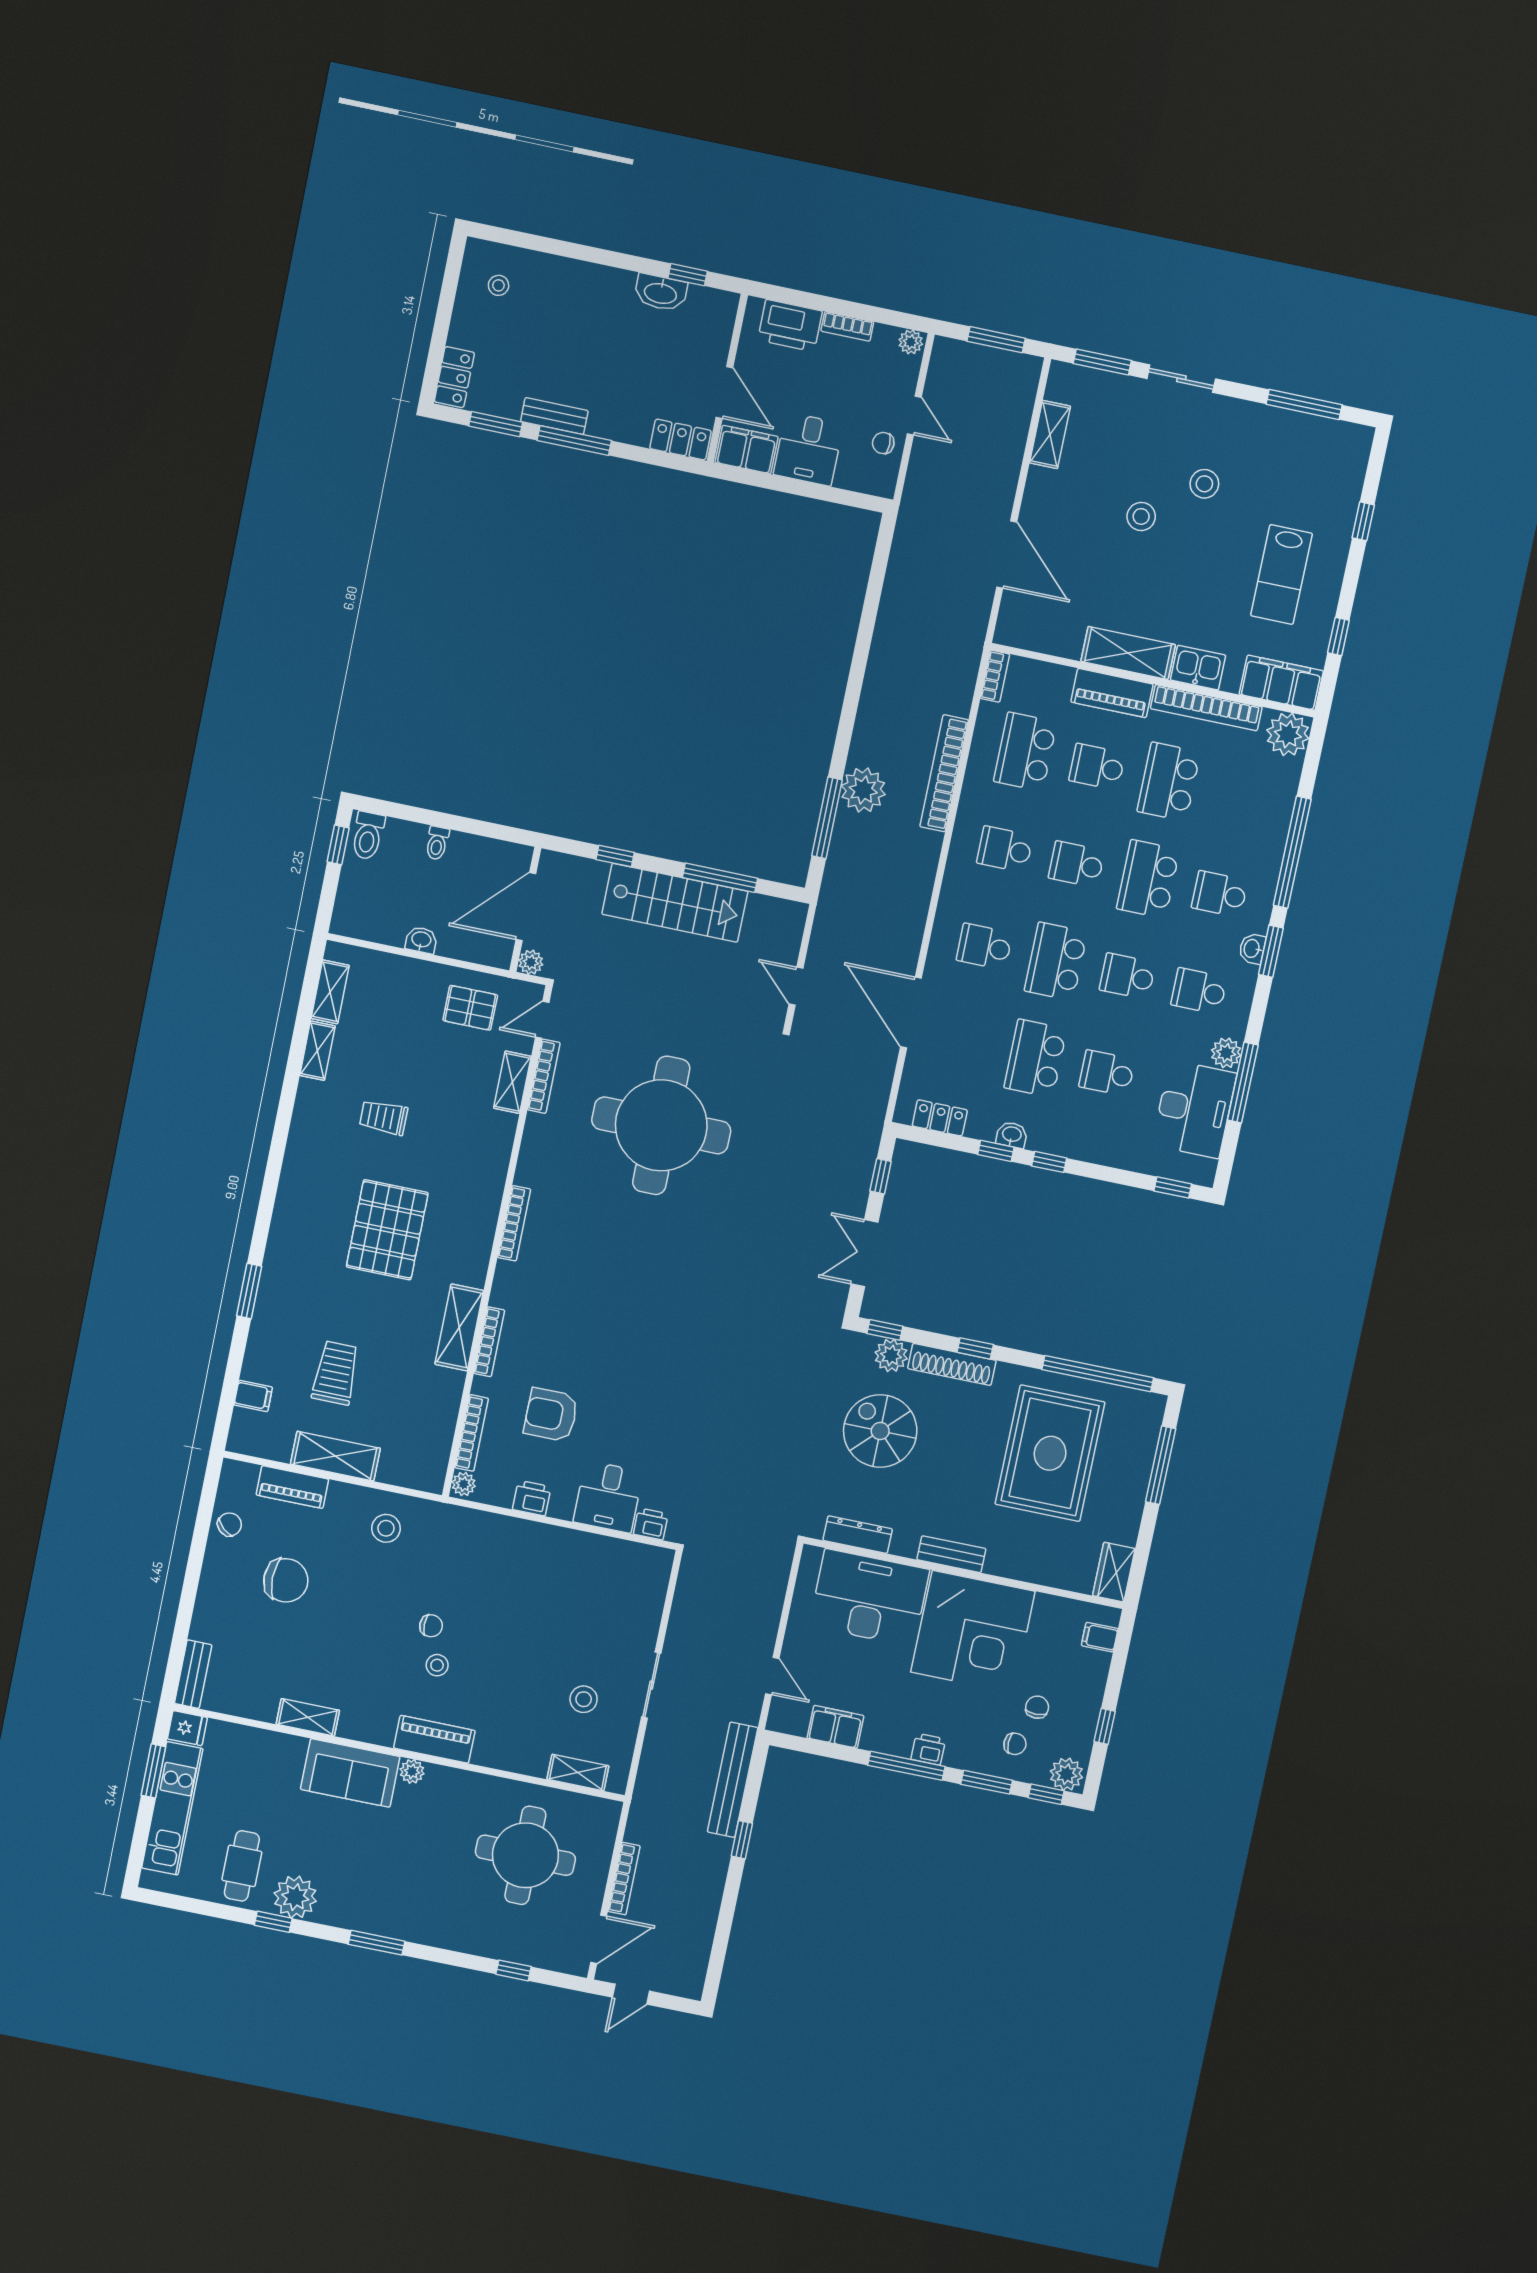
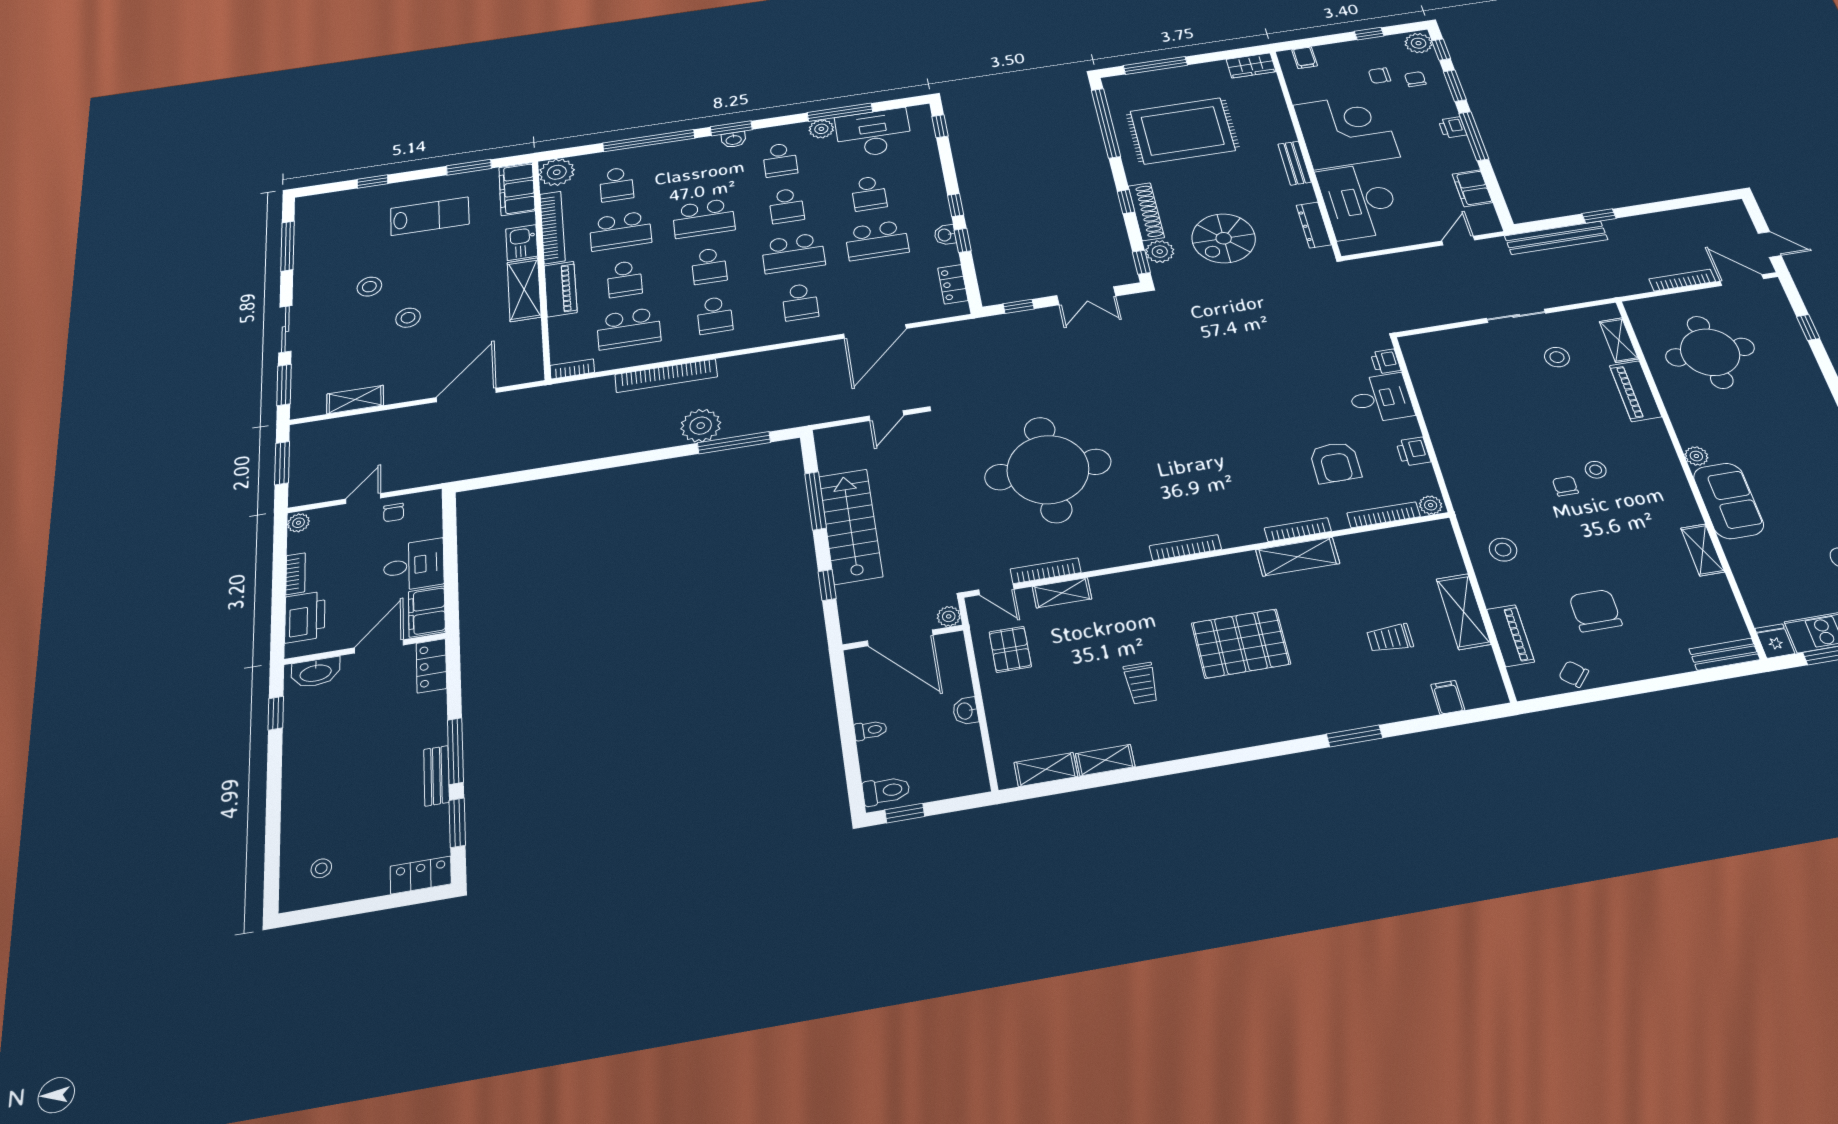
washbasin: (661, 293) -> (316, 672), moved, turned 90
window: (1338, 637) -> (469, 167), width x1.50
school desk: (1220, 894) -> (616, 184), moved
trolley: (336, 1373) -> (1390, 638), width x0.73, depth x0.72
piano: (434, 1739) -> (1635, 391), moved

